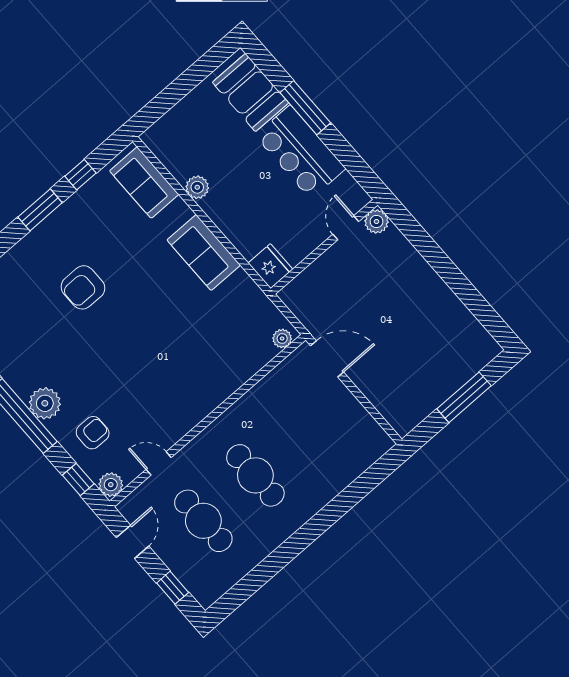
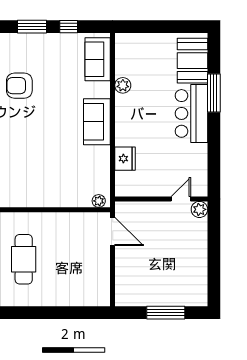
plant: (377, 221) -> (199, 209), moved
door: (346, 228) -> (181, 199), moved
wall: (324, 247) -> (161, 199), moved

